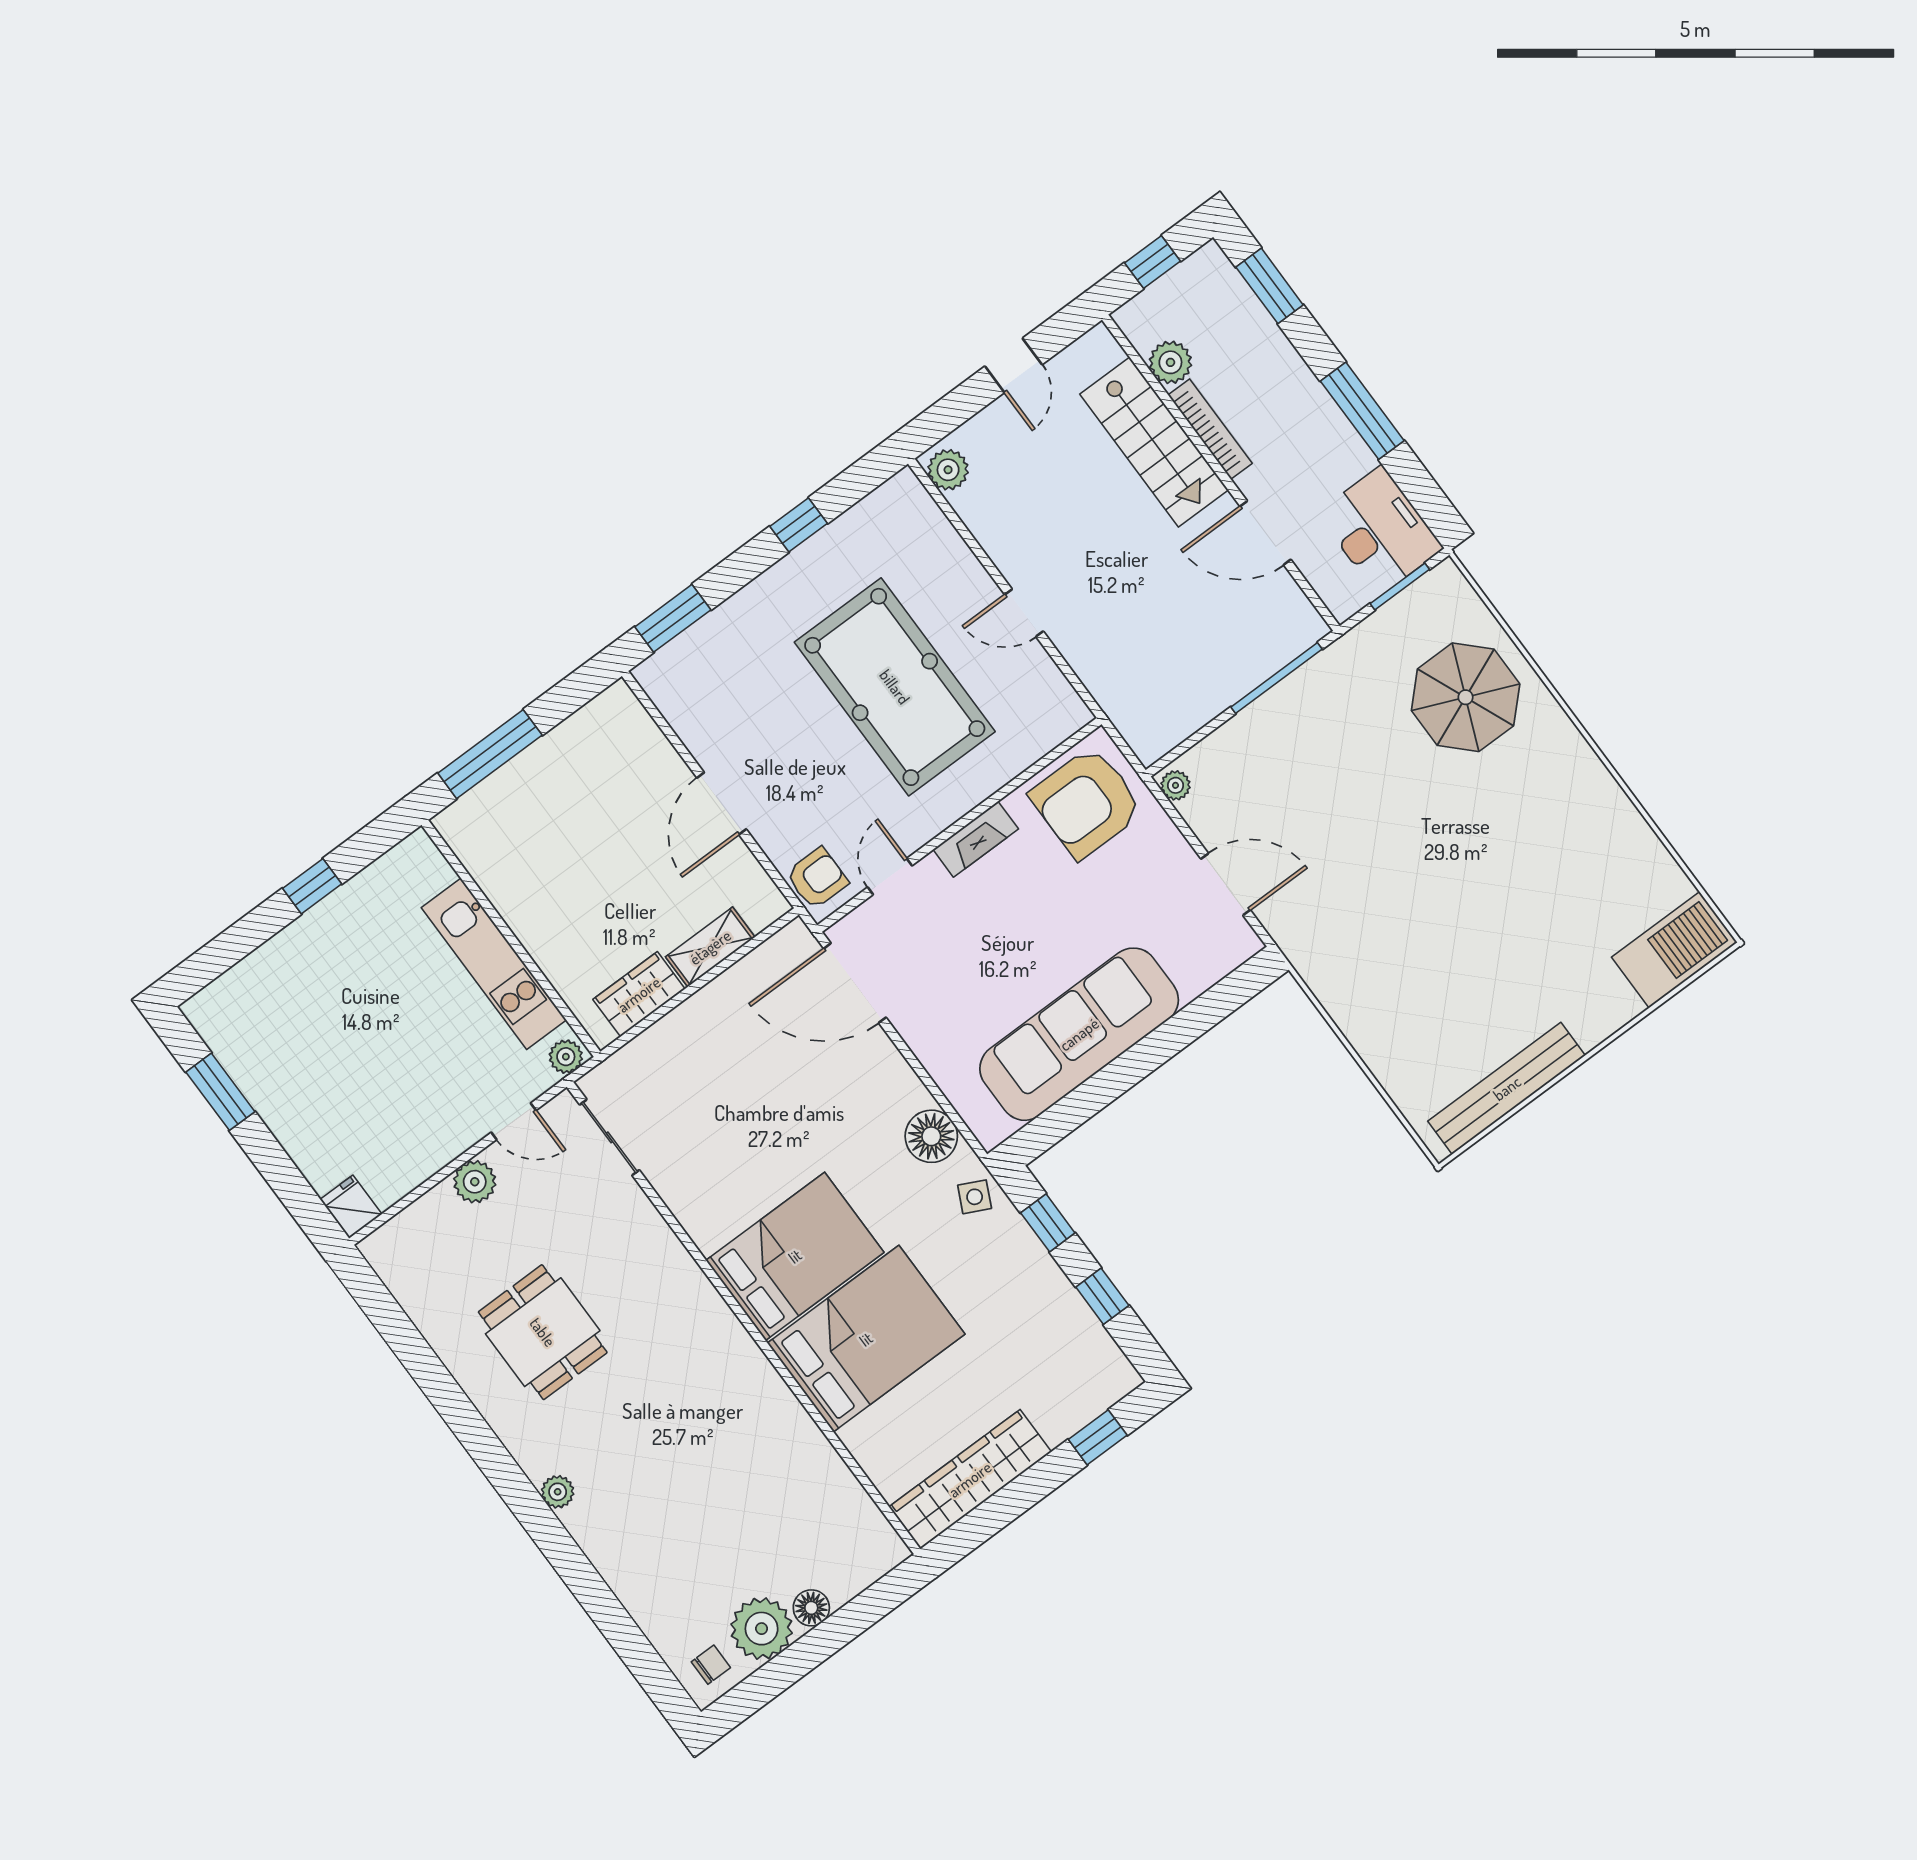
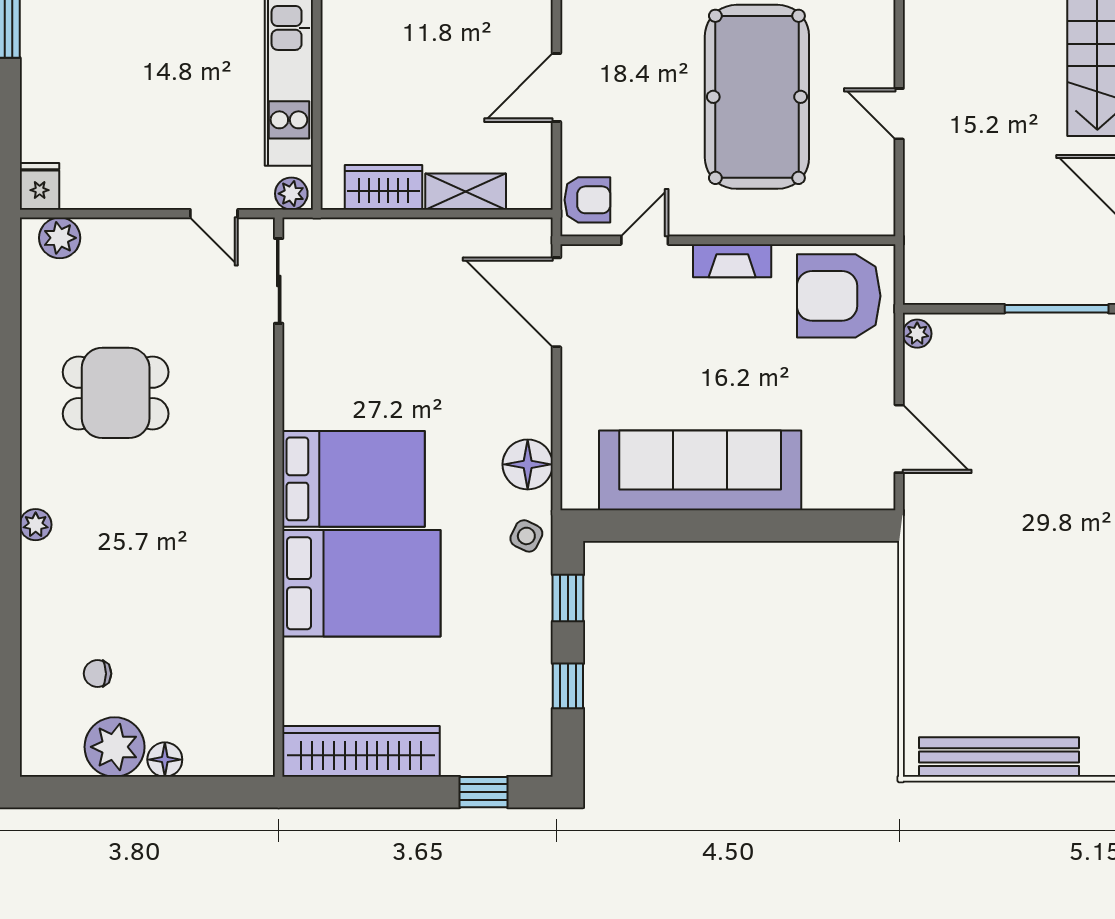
plant: (475, 1182) -> (60, 238), moved
dining table: (543, 1332) -> (116, 393), turned 90
chair: (711, 1665) -> (98, 674), moved, turned 180

